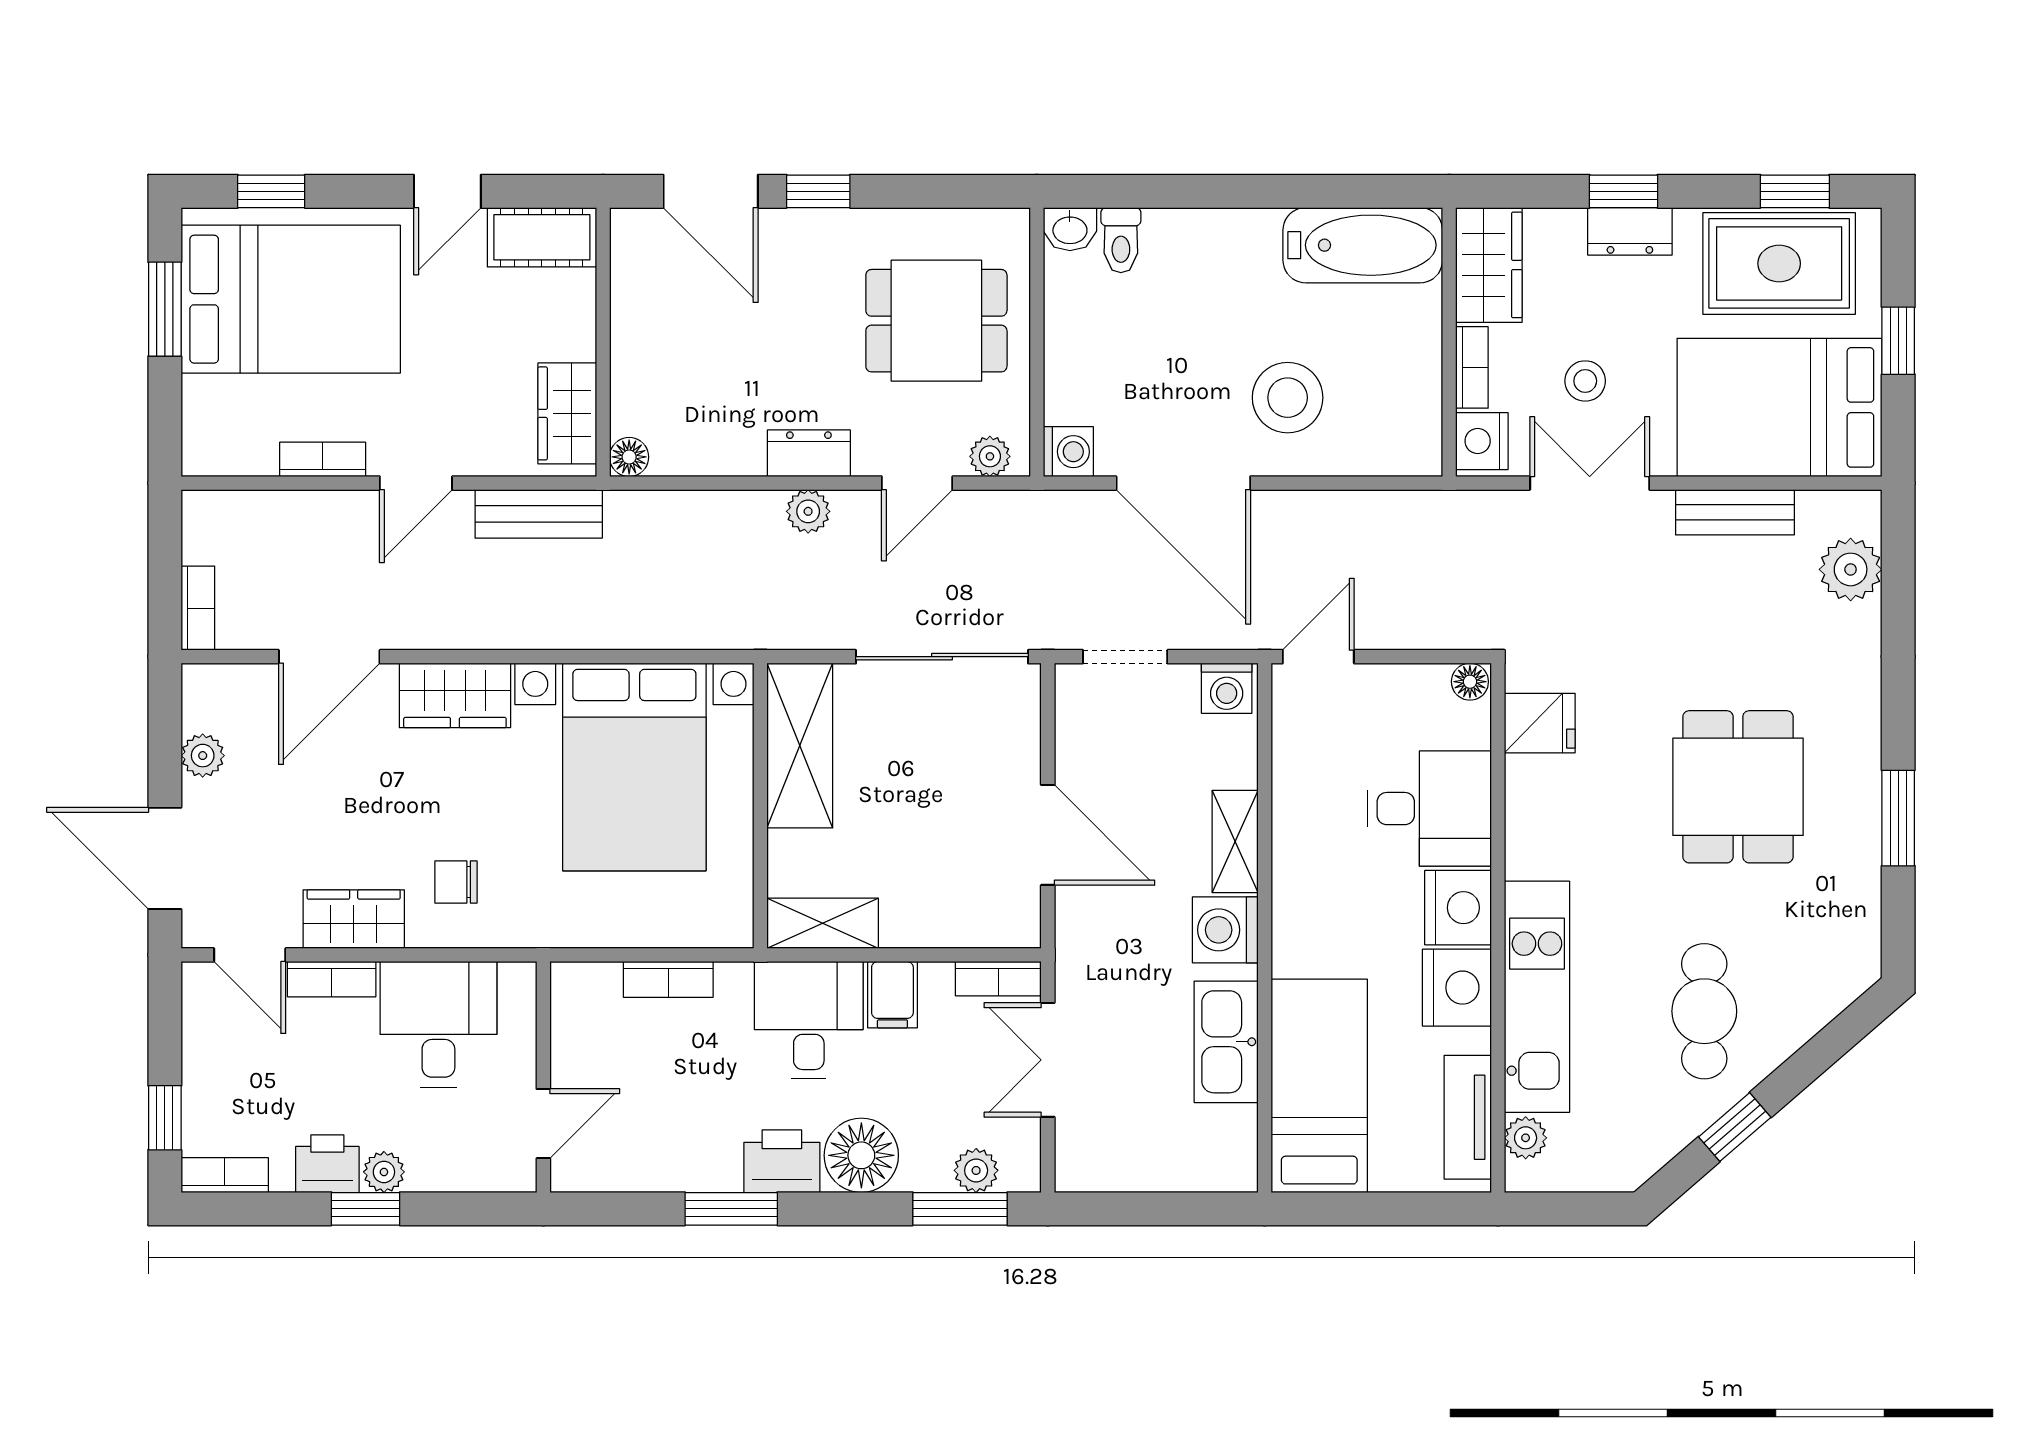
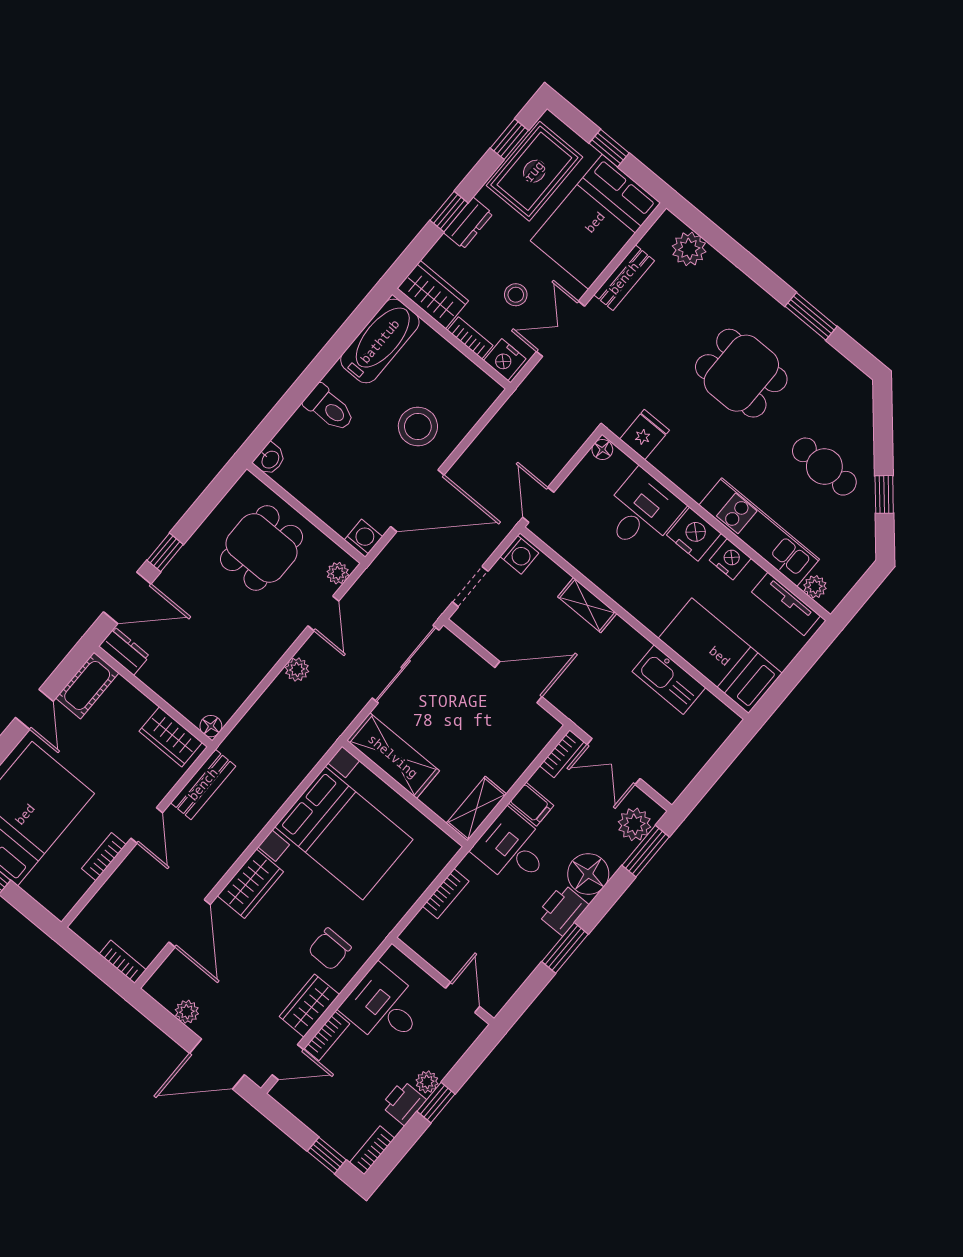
toilet: (1121, 240) -> (329, 408), moved, width x1.37, depth x1.39
dresser: (809, 453) -> (124, 651), moved, turned 90
chair: (456, 882) -> (330, 949), width x1.37, depth x1.37
washing machine: (1225, 930) -> (621, 641), removed
nightstand: (1457, 988) -> (730, 559), width x0.74, depth x0.75
plant: (976, 1170) -> (634, 824), width x1.38, depth x1.38

